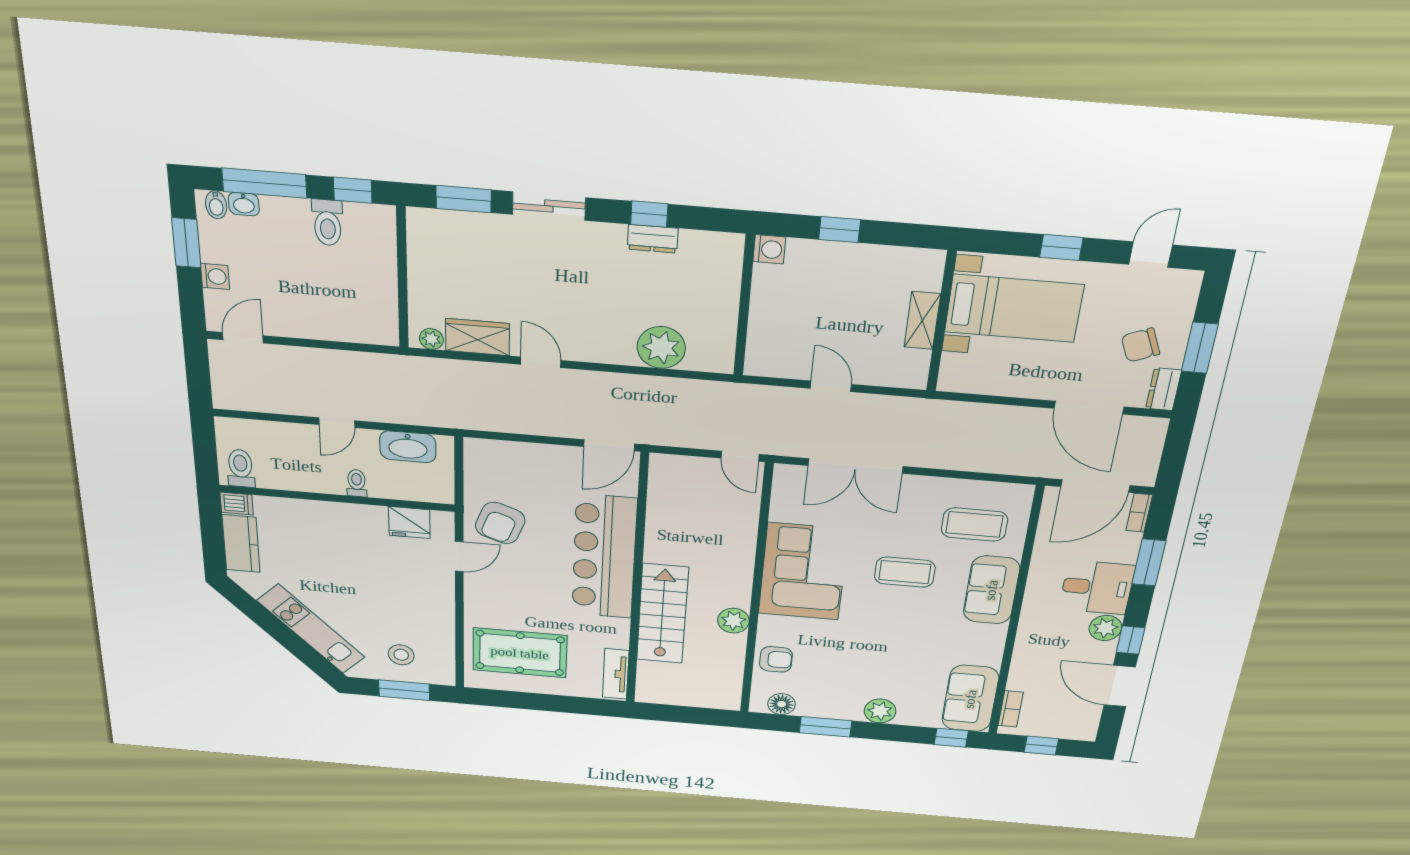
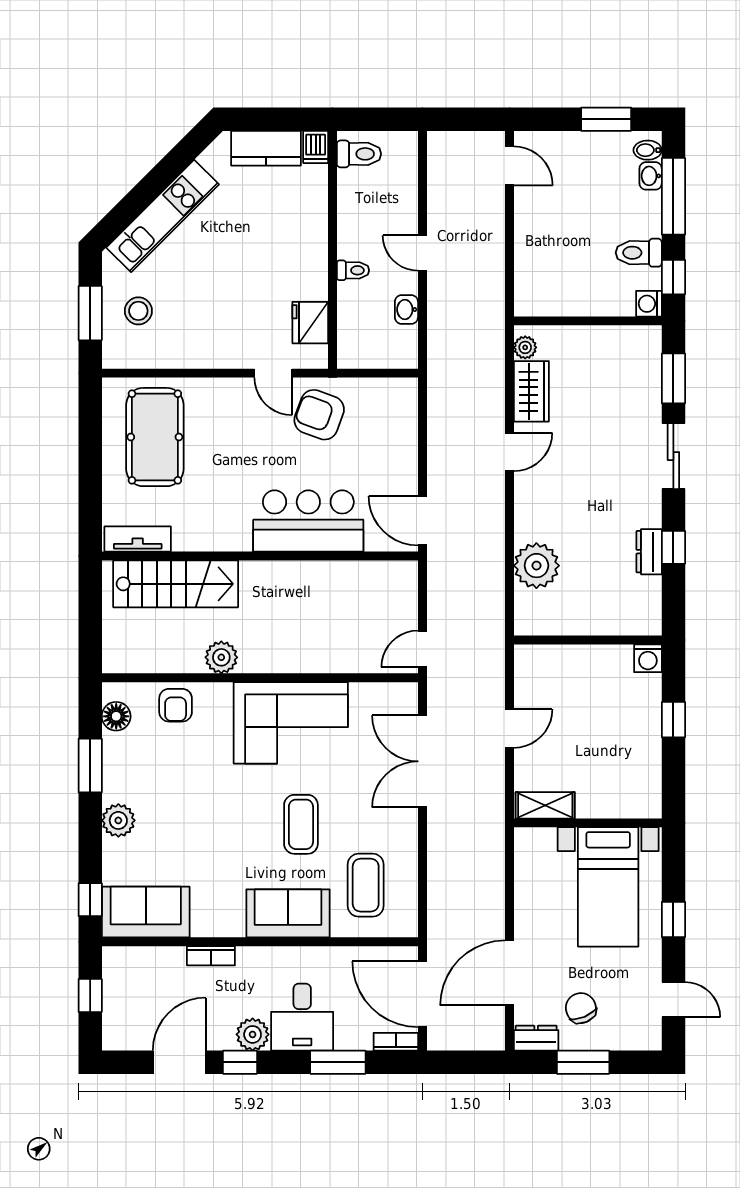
washing machine: (215, 276) -> (649, 304), moved, turned 90
shelving: (922, 320) -> (545, 805), moved
washbasin: (408, 447) -> (406, 310), width x0.52, depth x0.69
bar counter: (604, 557) -> (308, 521), width x0.73
stairs: (662, 614) -> (176, 584), moved
bookcase: (1011, 709) -> (211, 956), moved

